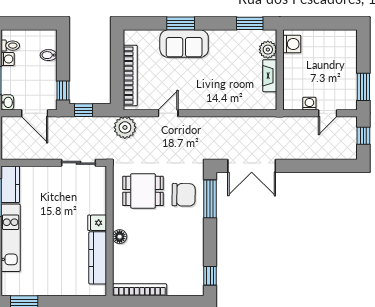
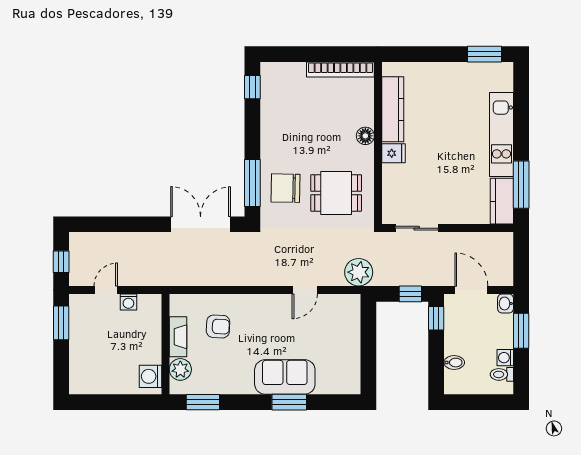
bookcase: (130, 76) -> (352, 337), removed
armchair: (238, 84) -> (218, 326), added

